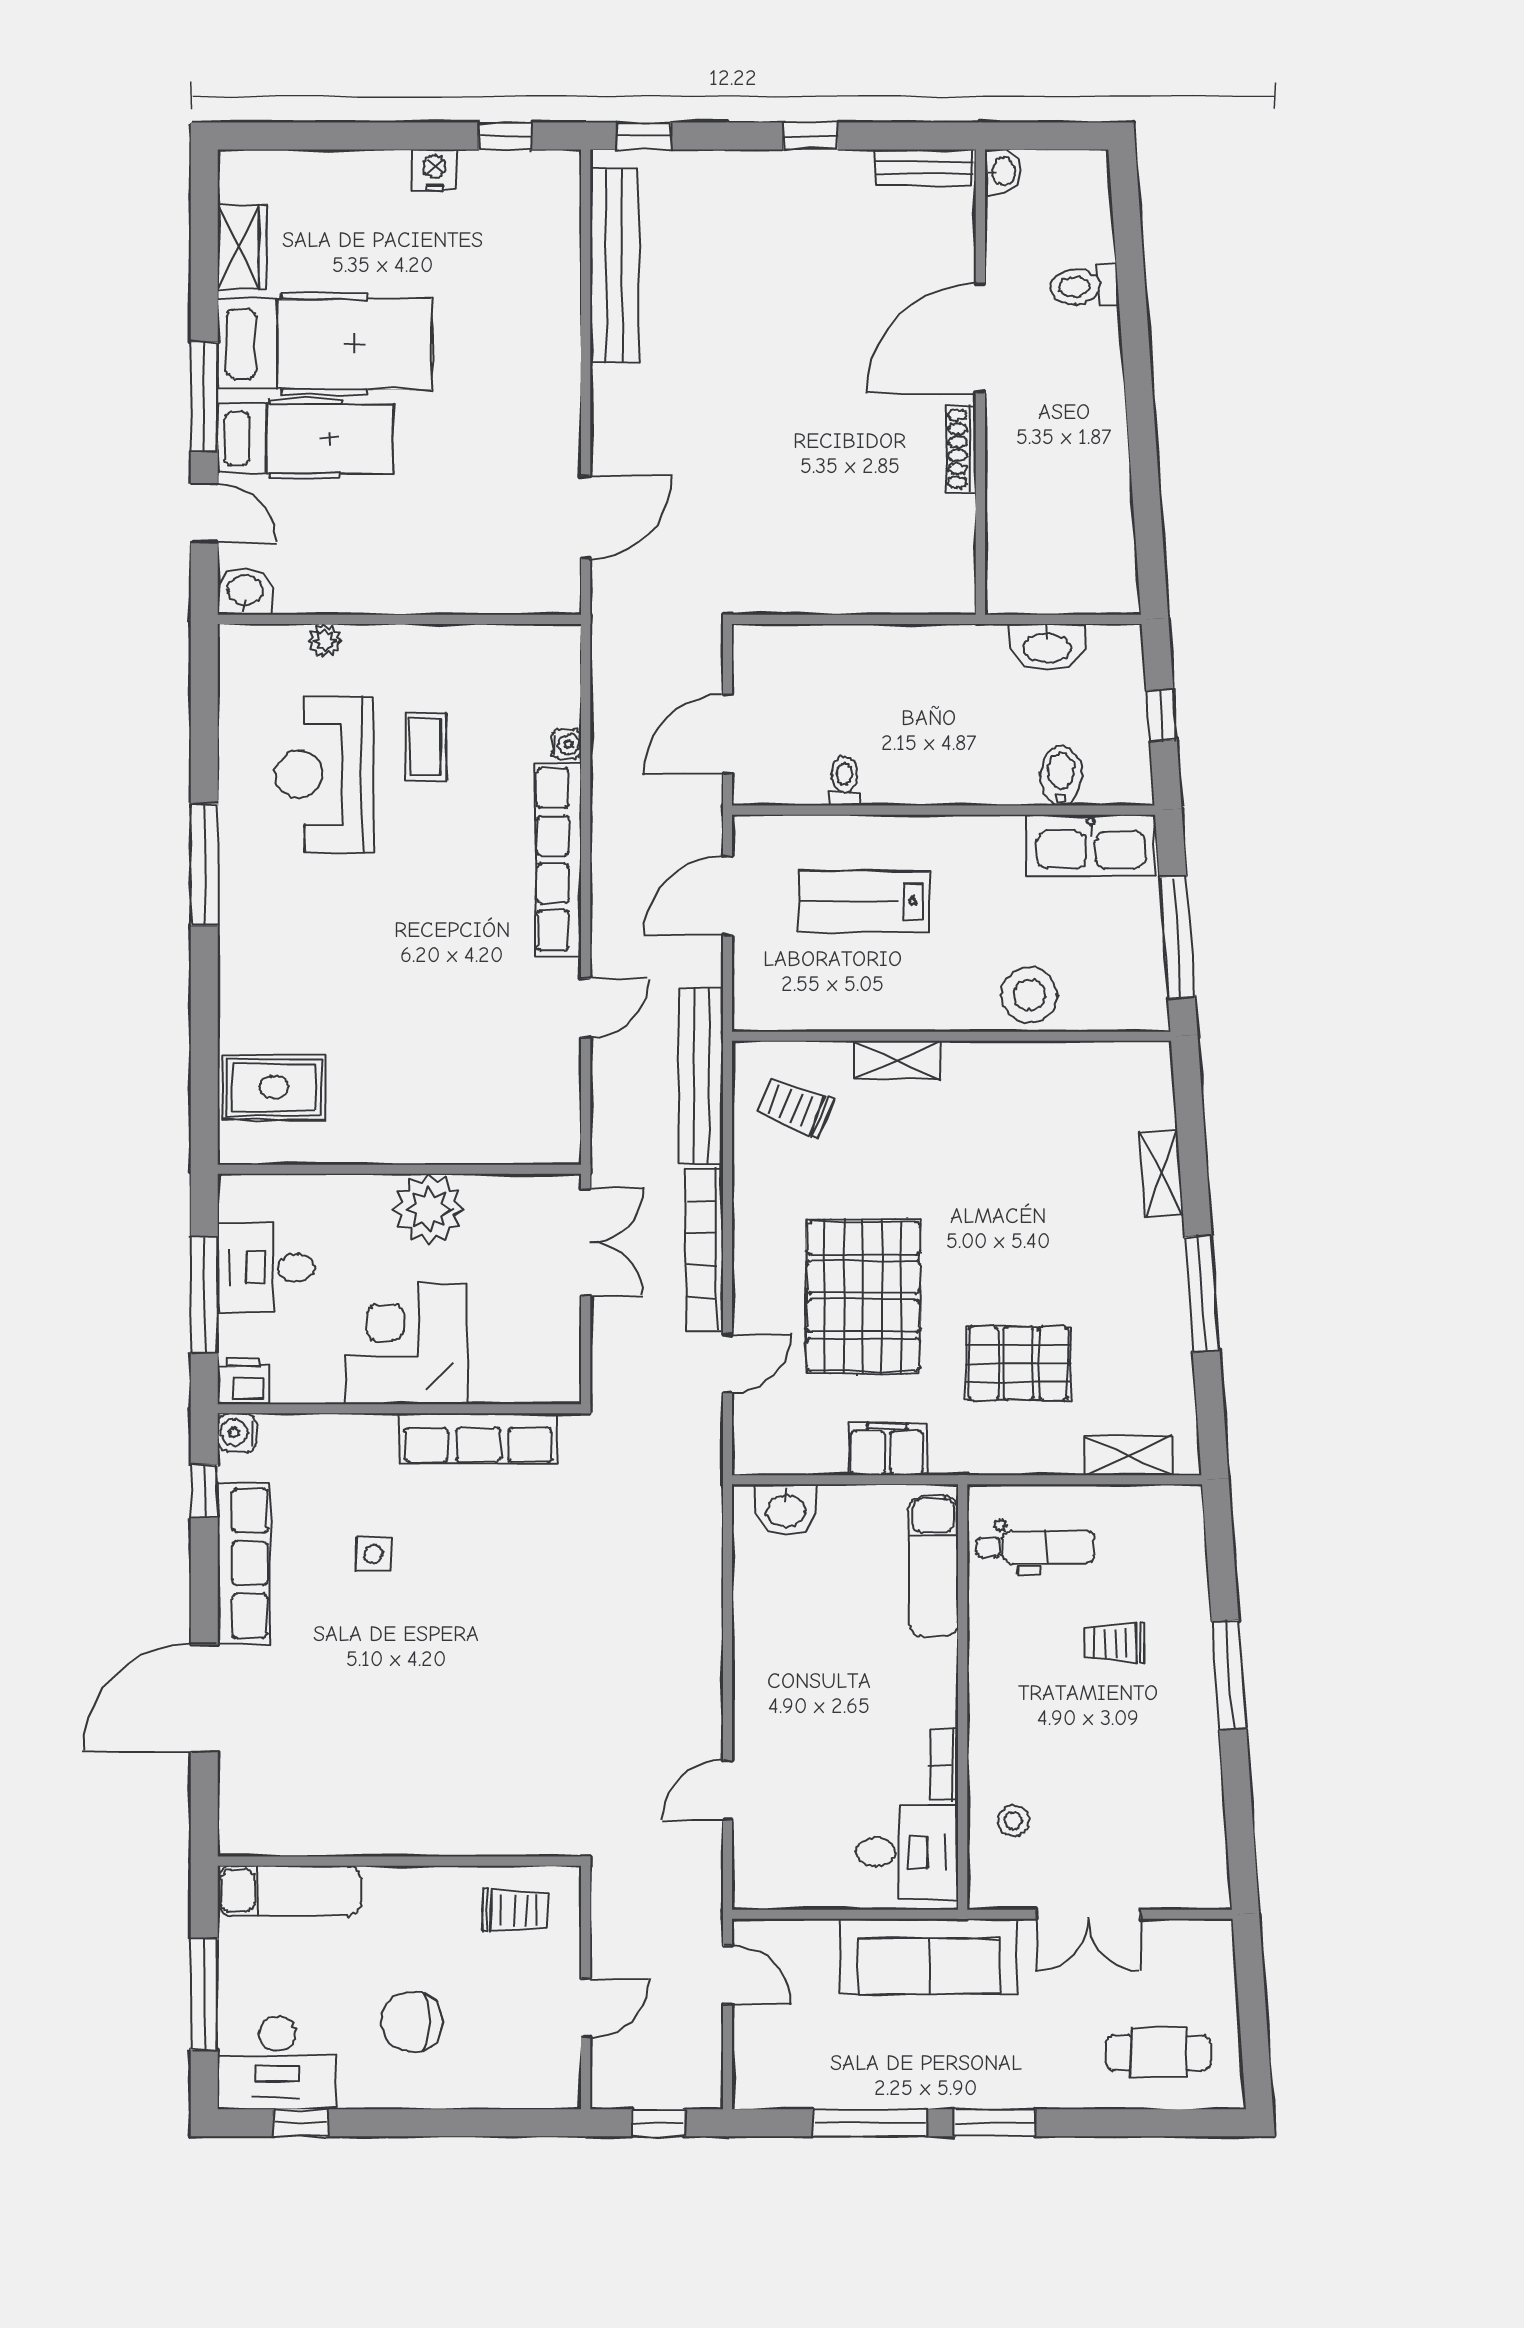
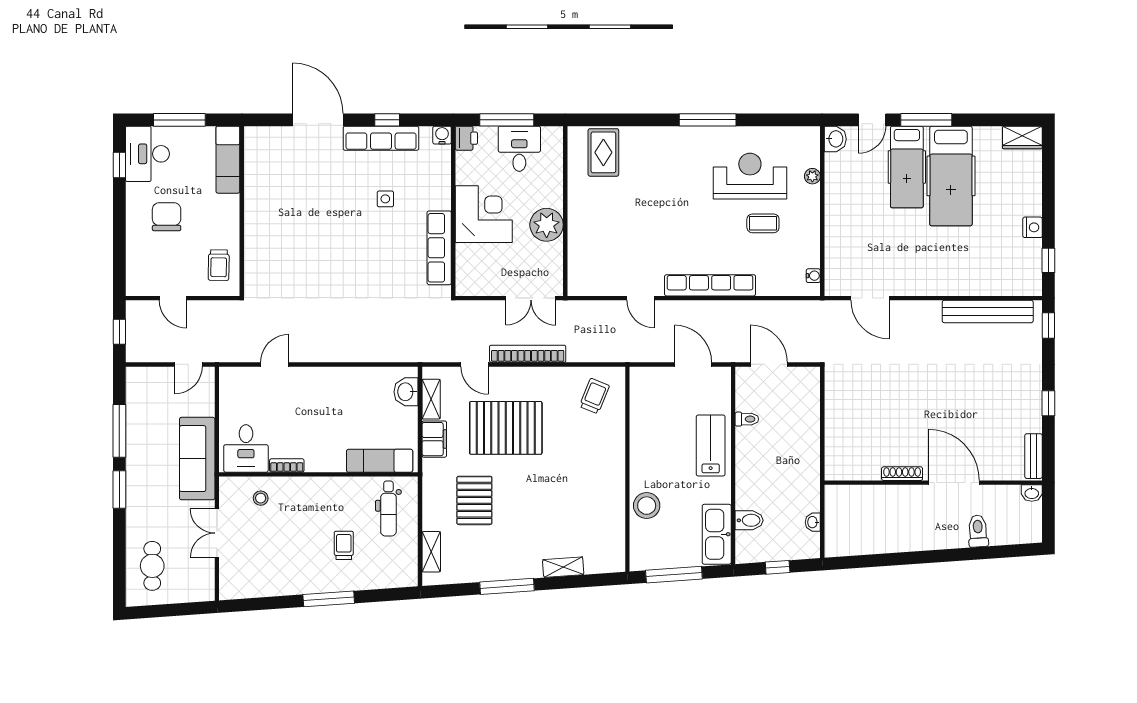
wardrobe: (242, 247) -> (1022, 137), moved
washbasin: (1047, 647) -> (813, 522), width x0.52, depth x0.69
water cooler: (566, 744) -> (813, 276), moved, turned -90
lab bench: (864, 901) -> (711, 445), moved
shelving: (897, 1060) -> (431, 399), moved
bench: (701, 1076) -> (609, 352), removed
window: (204, 1491) -> (387, 120), moved
door: (728, 1790) -> (275, 364), hinge flipped

